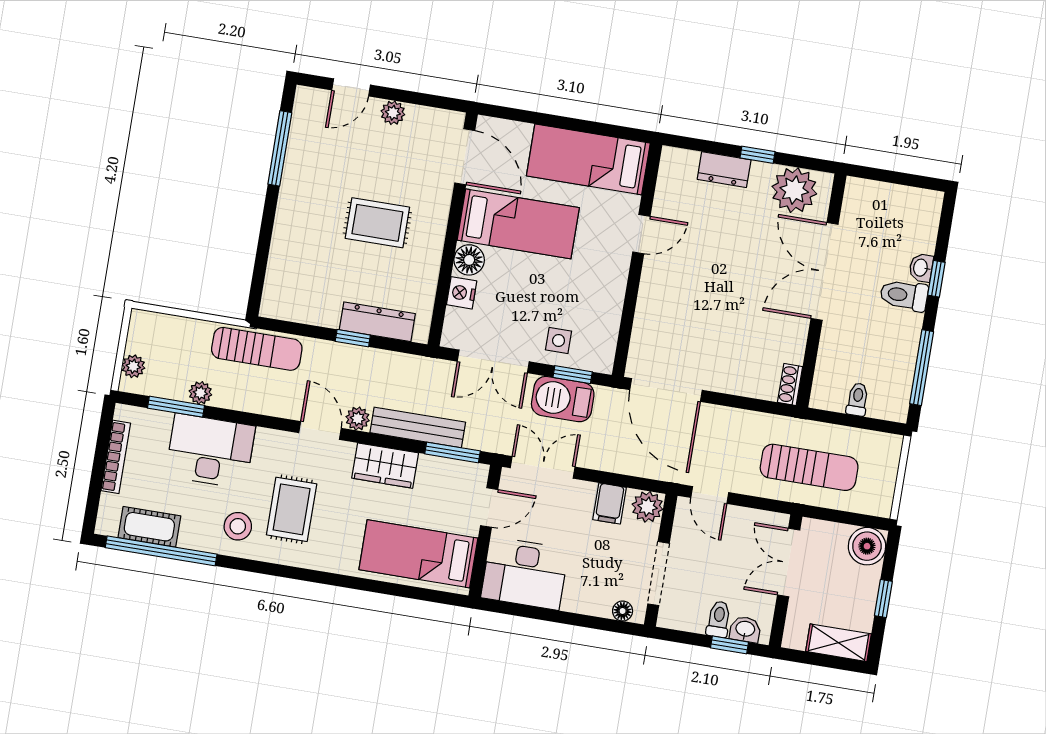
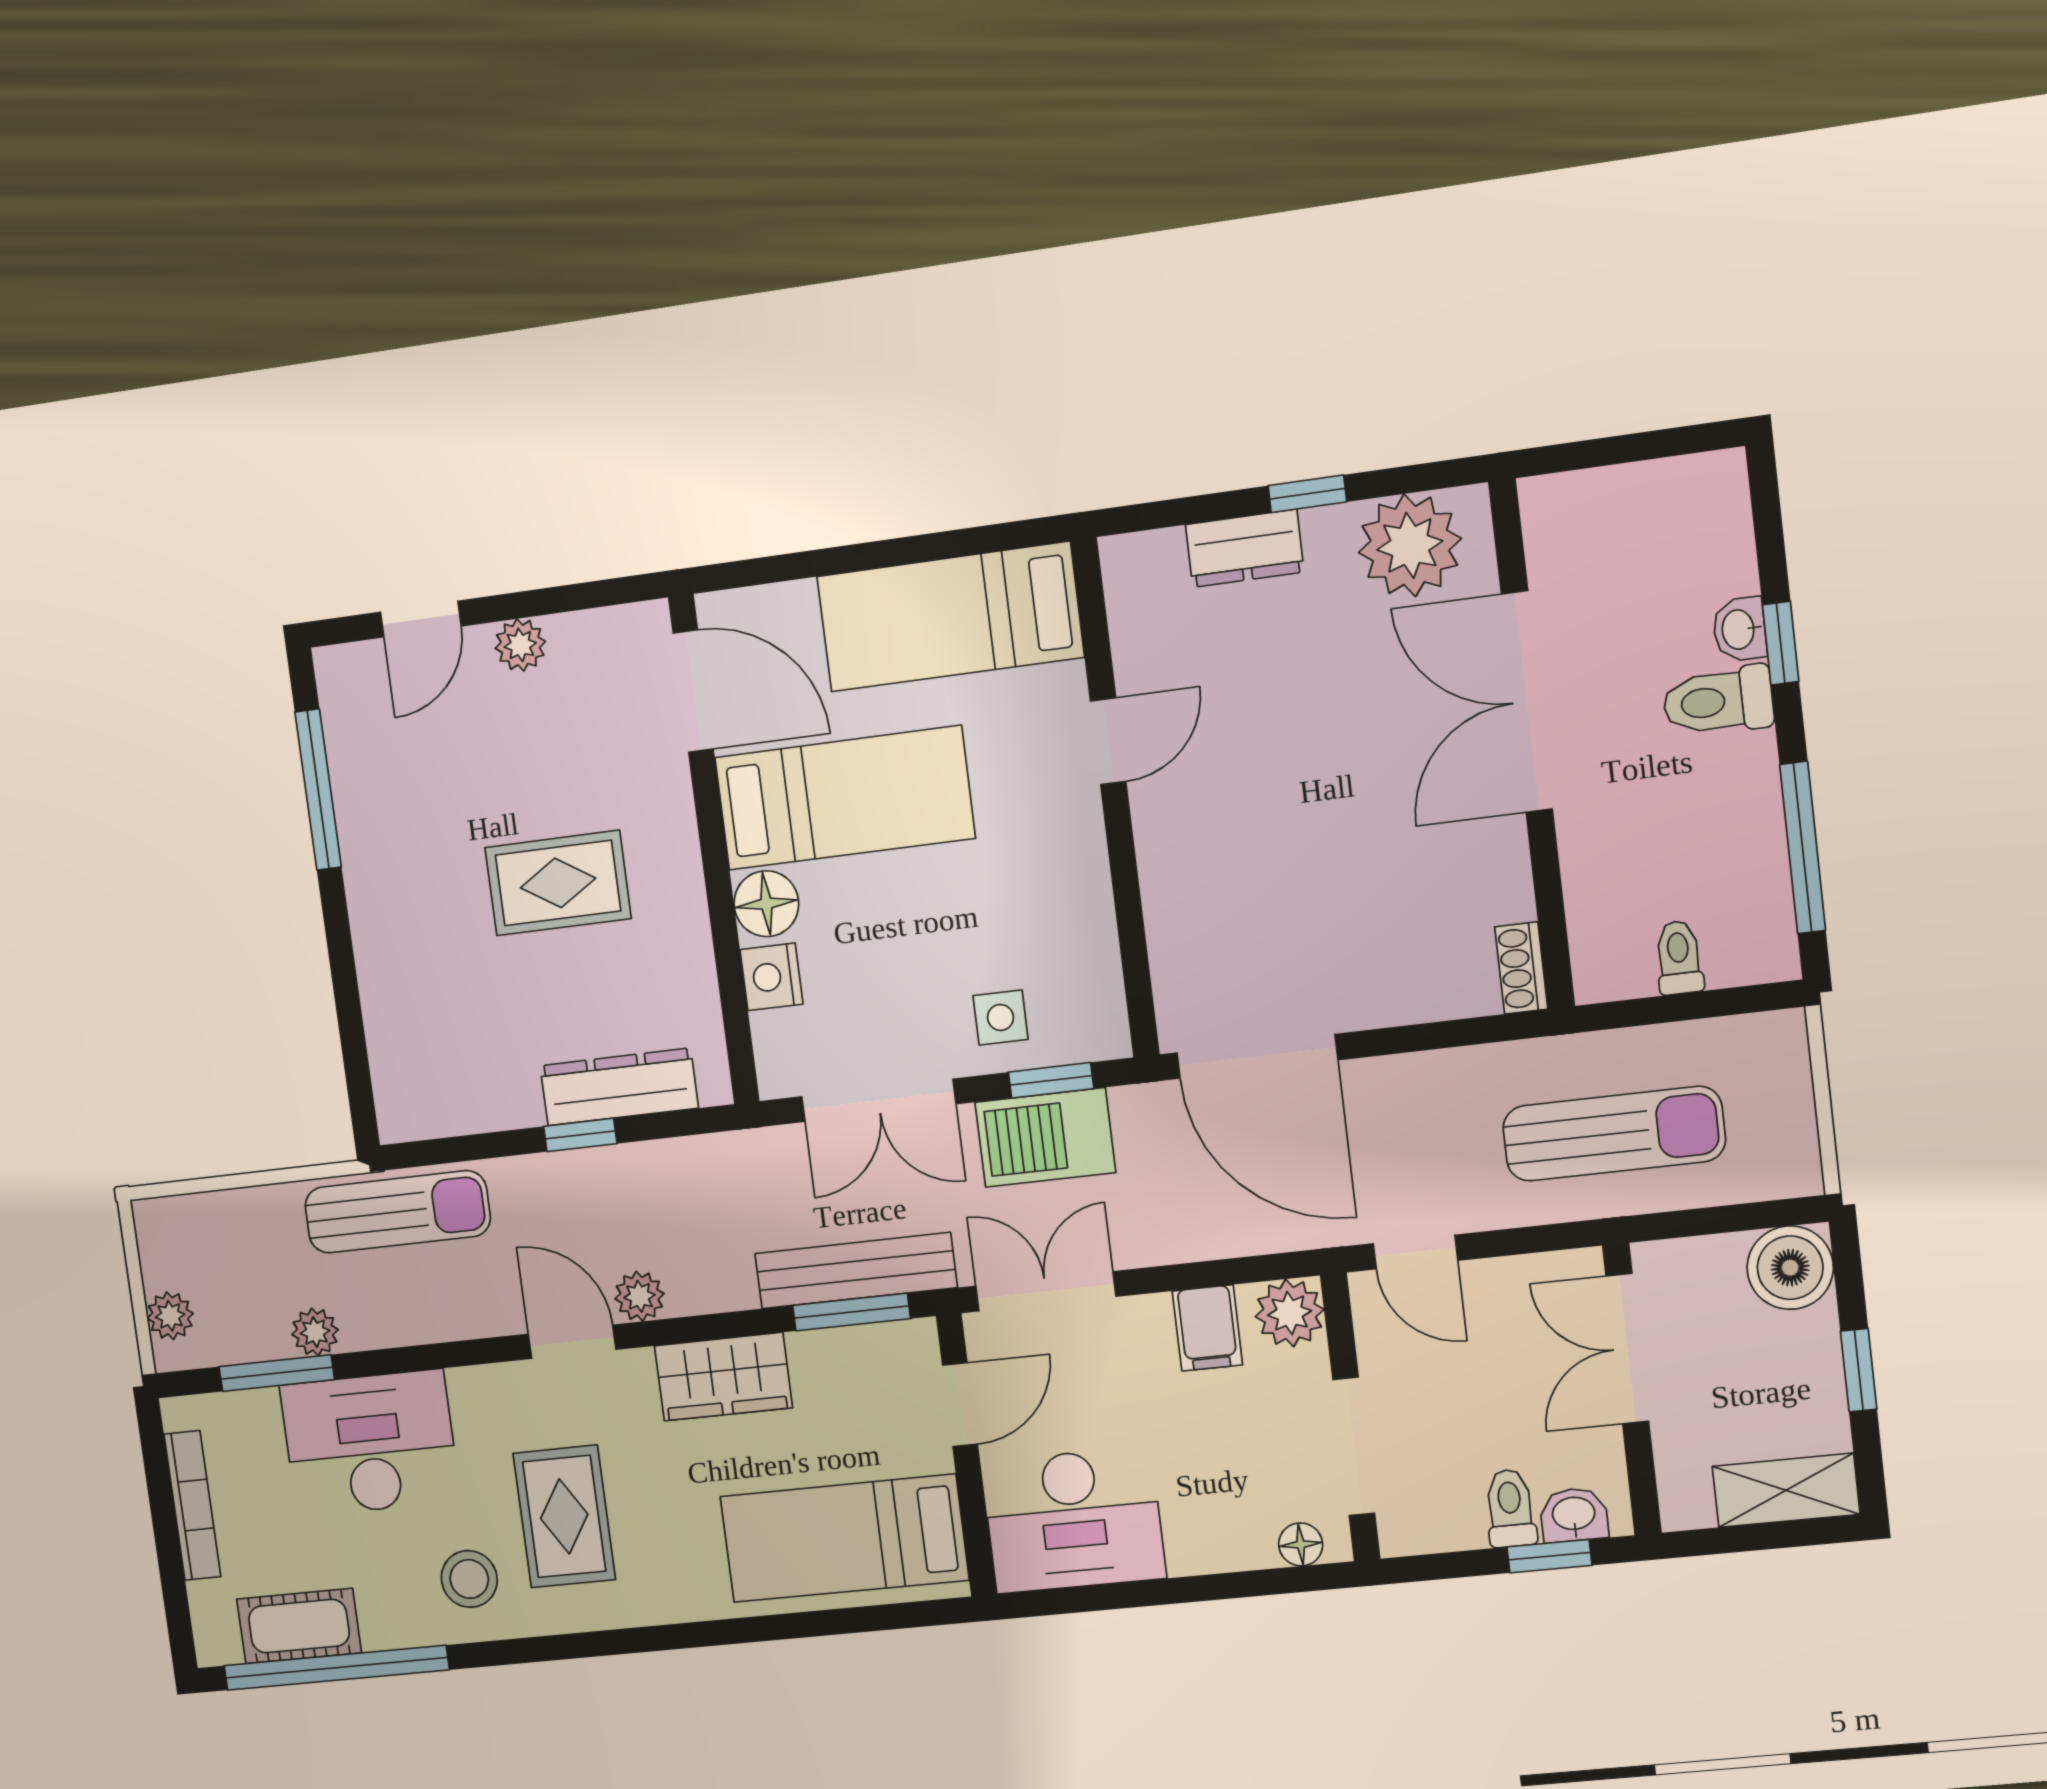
bench: (418, 427) -> (856, 1271), moved

